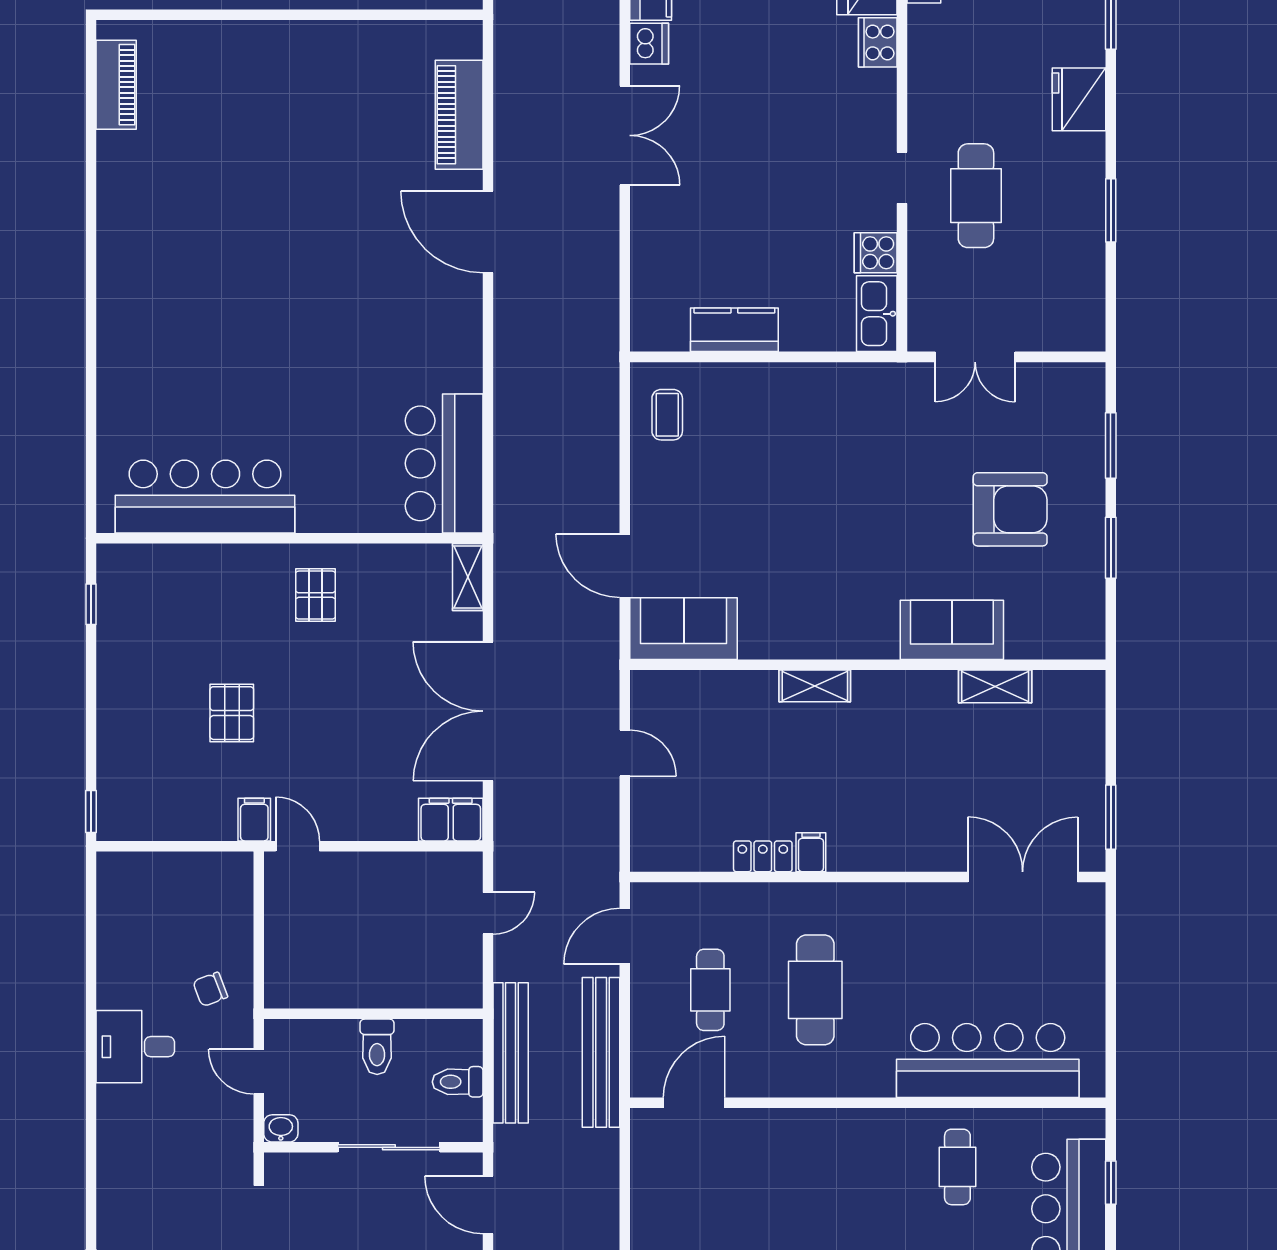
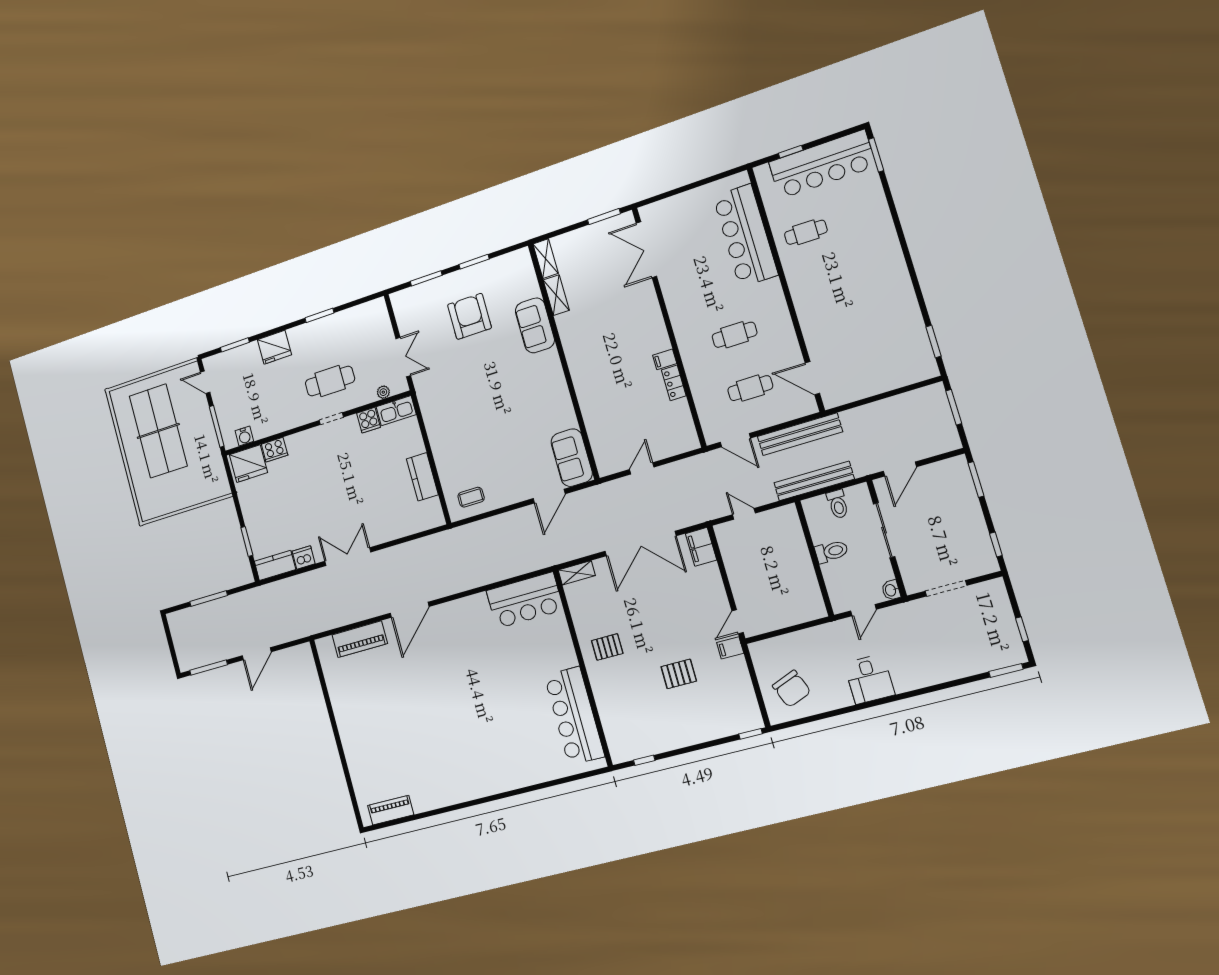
plant: (920, 298) -> (383, 392), added
shelving: (815, 686) -> (546, 259), moved
chair: (210, 989) -> (792, 689), moved, width x1.87, depth x1.87
cafe table: (815, 990) -> (735, 335), width x0.73, depth x0.74

